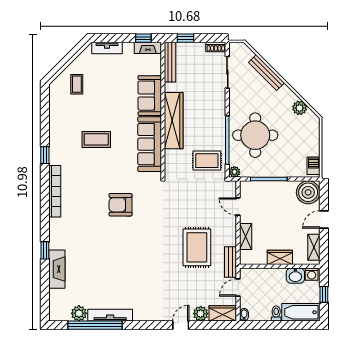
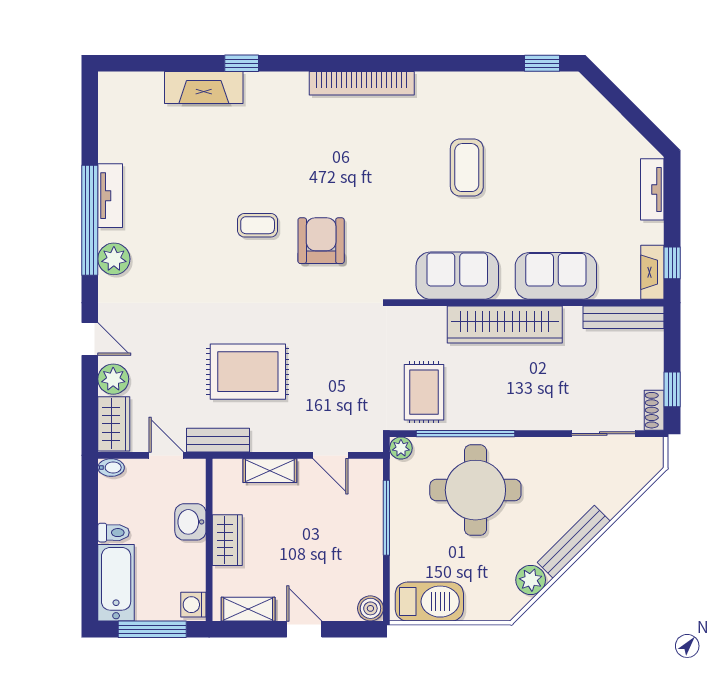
window: (186, 38) -> (672, 389), moved
bench: (267, 73) -> (574, 542), moved
coffee table: (77, 84) -> (258, 225), moved
sofa: (150, 144) -> (457, 276), width x0.73
window: (45, 155) -> (542, 63), moved
barbecue: (313, 166) -> (429, 602), width x1.88, depth x1.53
boiler: (308, 192) -> (370, 608), width x0.54, depth x0.54
armchair: (120, 205) -> (321, 241), moved
door: (238, 207) -> (331, 455), swing flipped
washbasin: (295, 276) -> (190, 522), moved
window: (324, 294) -> (152, 629), width x2.17
plant: (79, 313) -> (114, 259), moved
tv unit: (110, 315) -> (110, 196), width x0.71
window: (95, 325) -> (90, 220), moved

